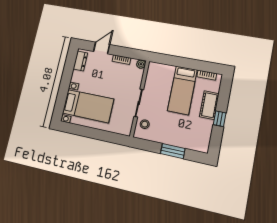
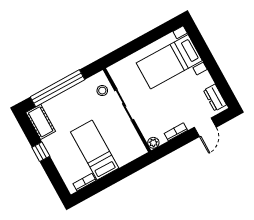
cot: (209, 105) -> (41, 122), moved
window: (173, 151) -> (57, 88), width x2.11

